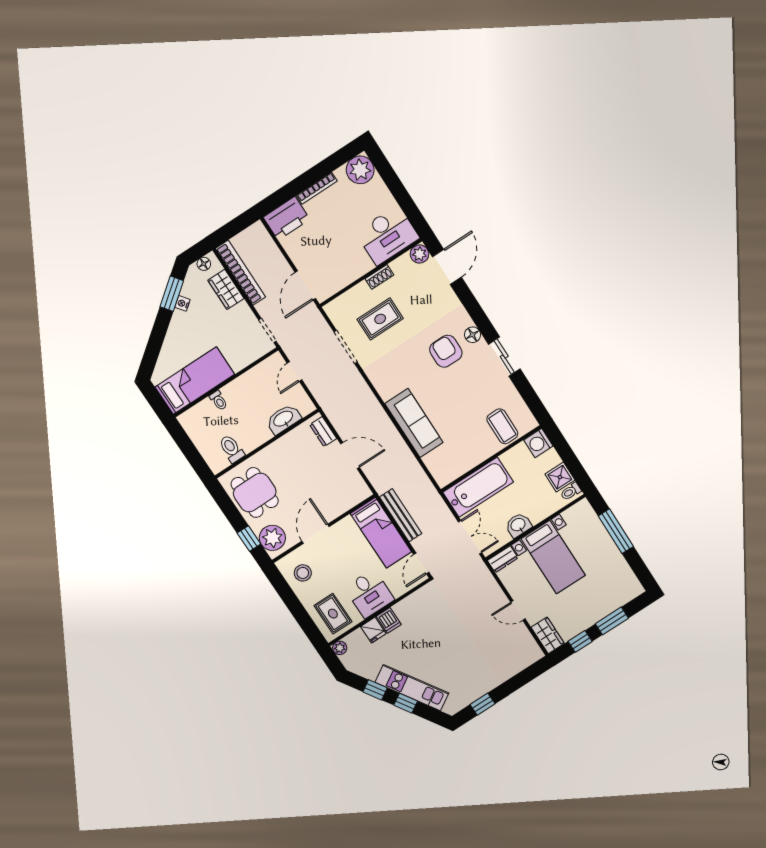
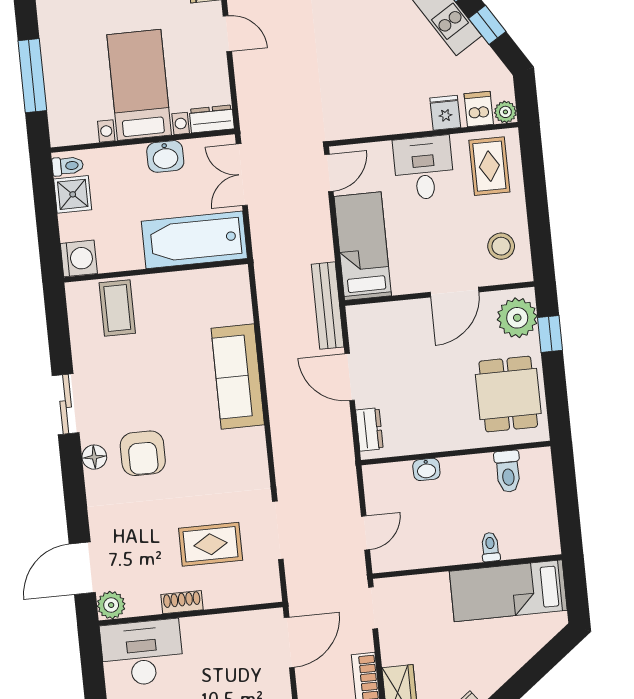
washbasin: (283, 419) -> (426, 469), width x0.52, depth x0.69
bench: (401, 515) -> (328, 306), moved
dishwasher: (389, 620) -> (479, 109), moved

